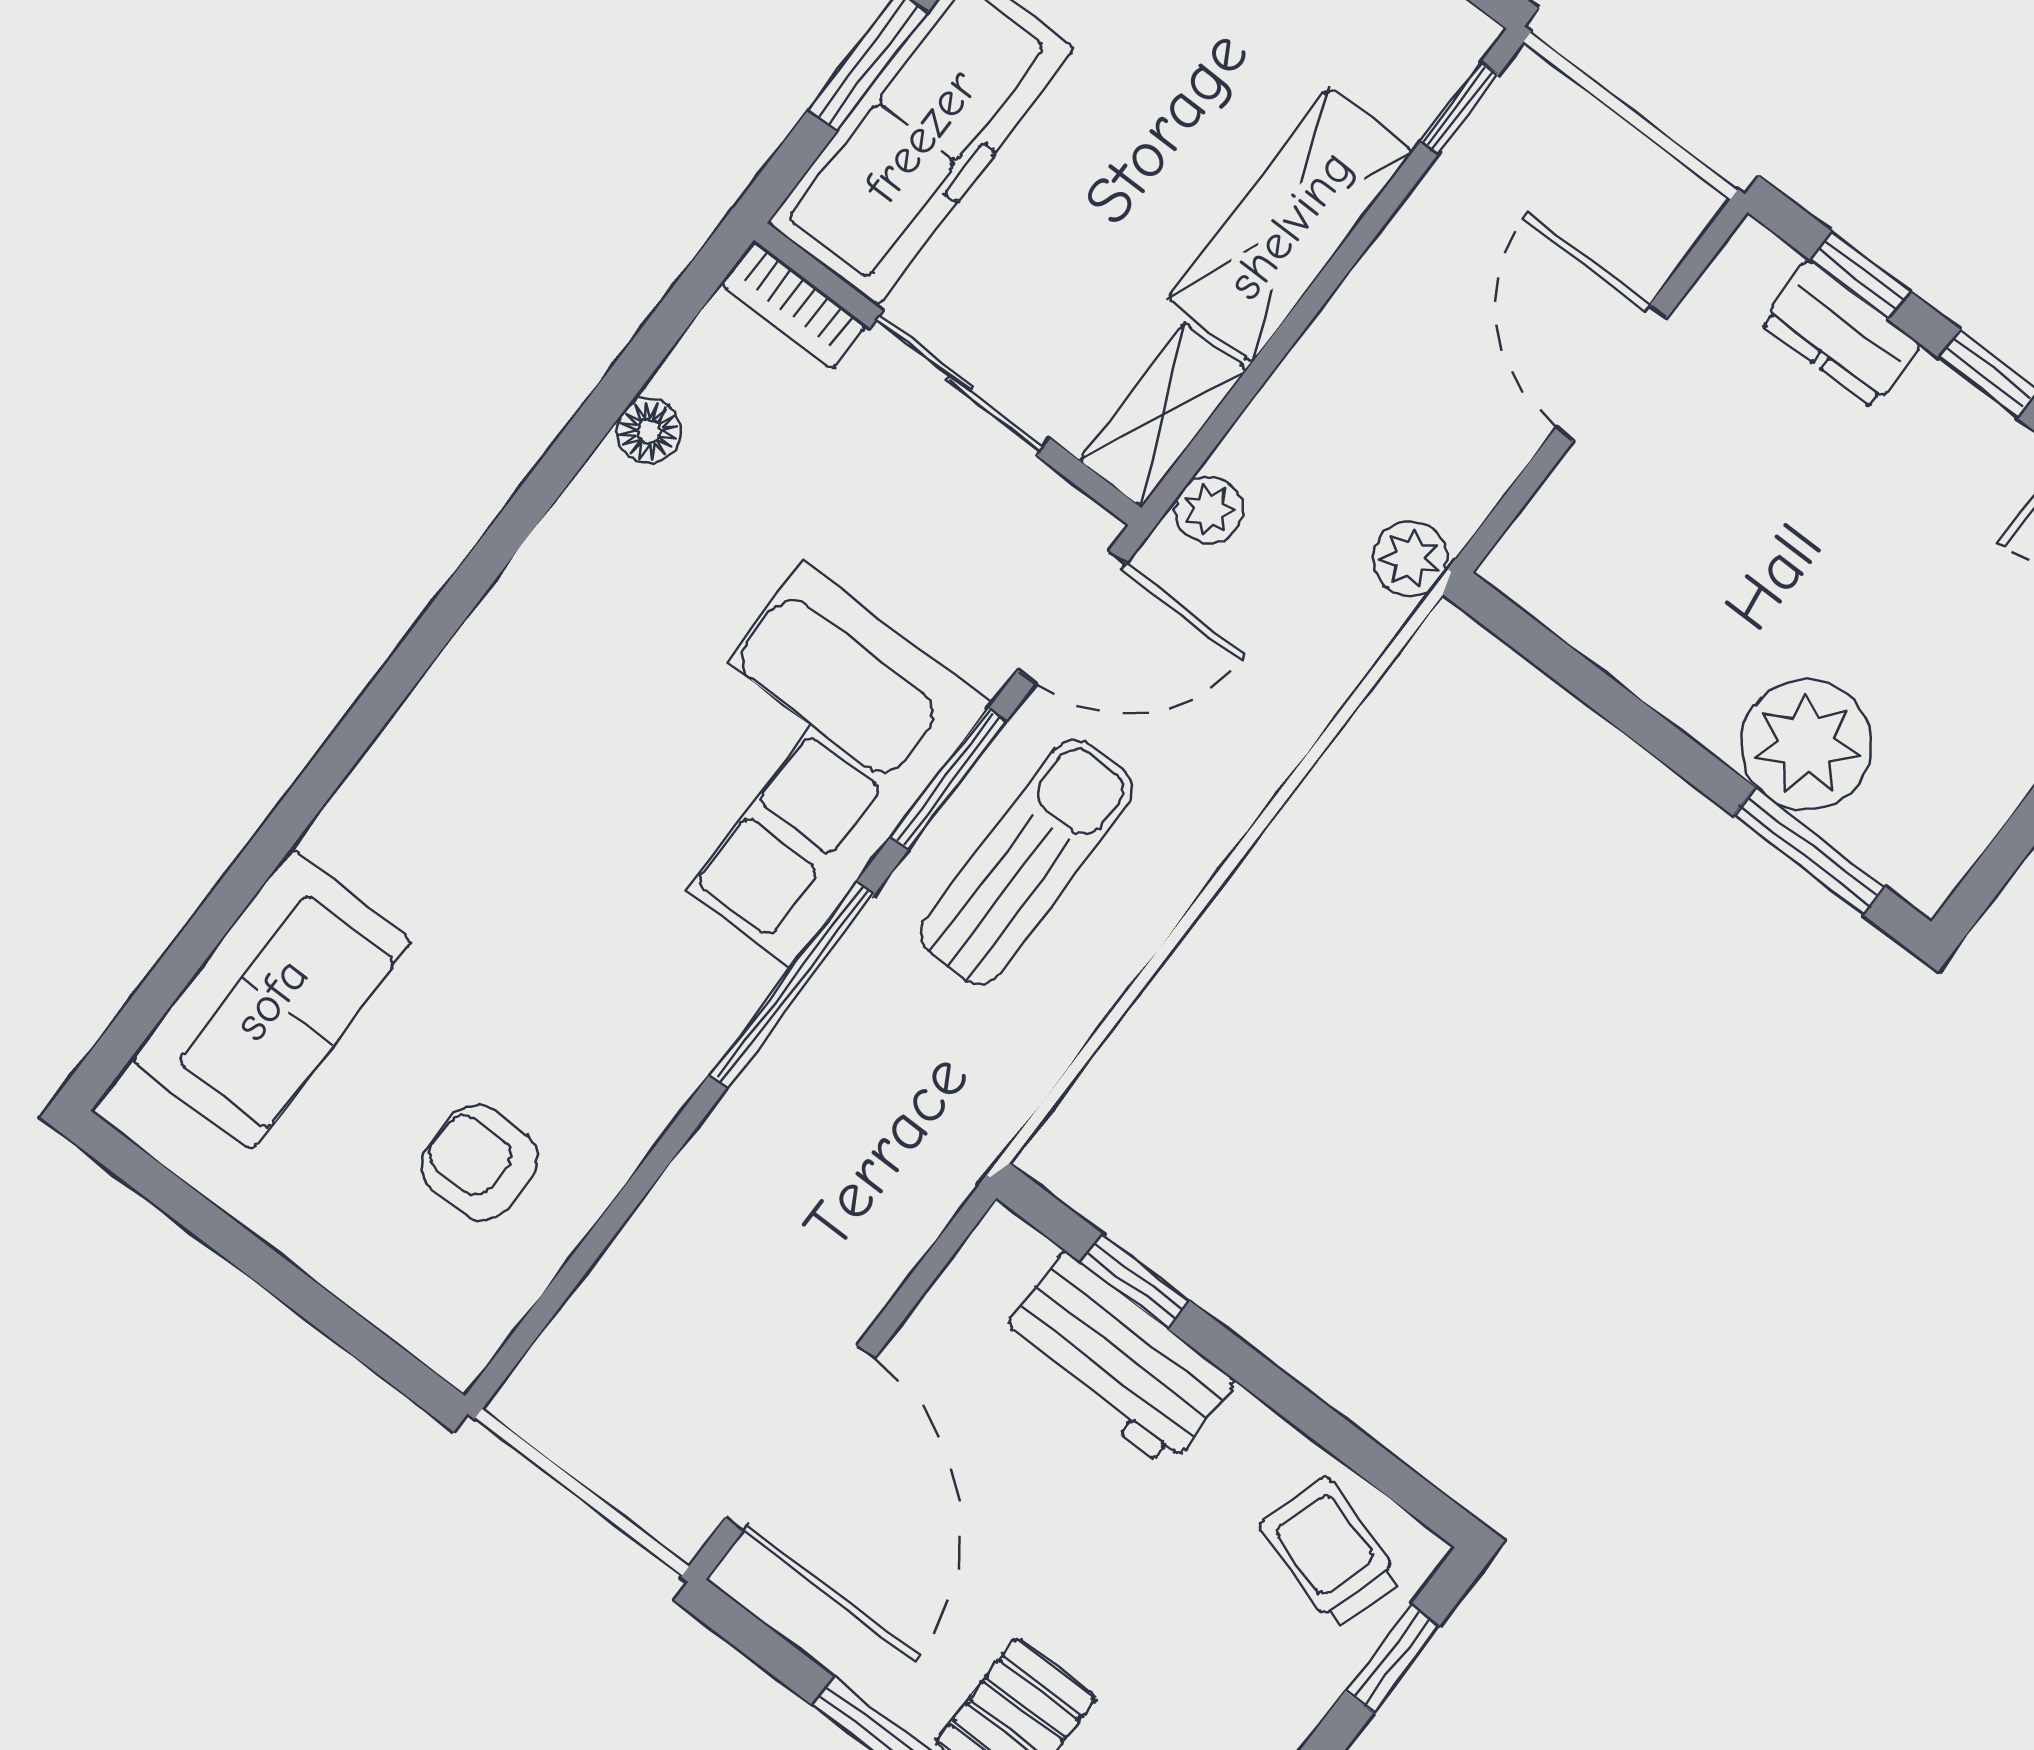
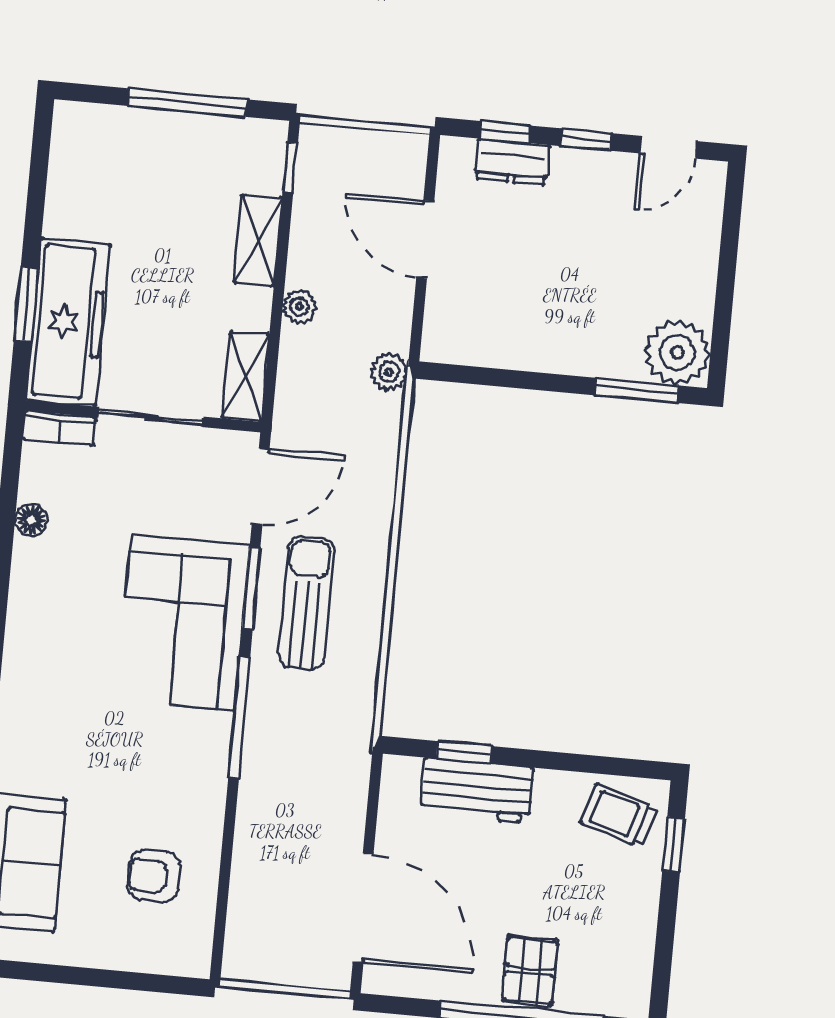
shelving: (1290, 225) -> (258, 240), width x0.67, depth x0.75
plant: (1209, 510) -> (299, 306), moved
plant: (1806, 745) -> (677, 352), moved

